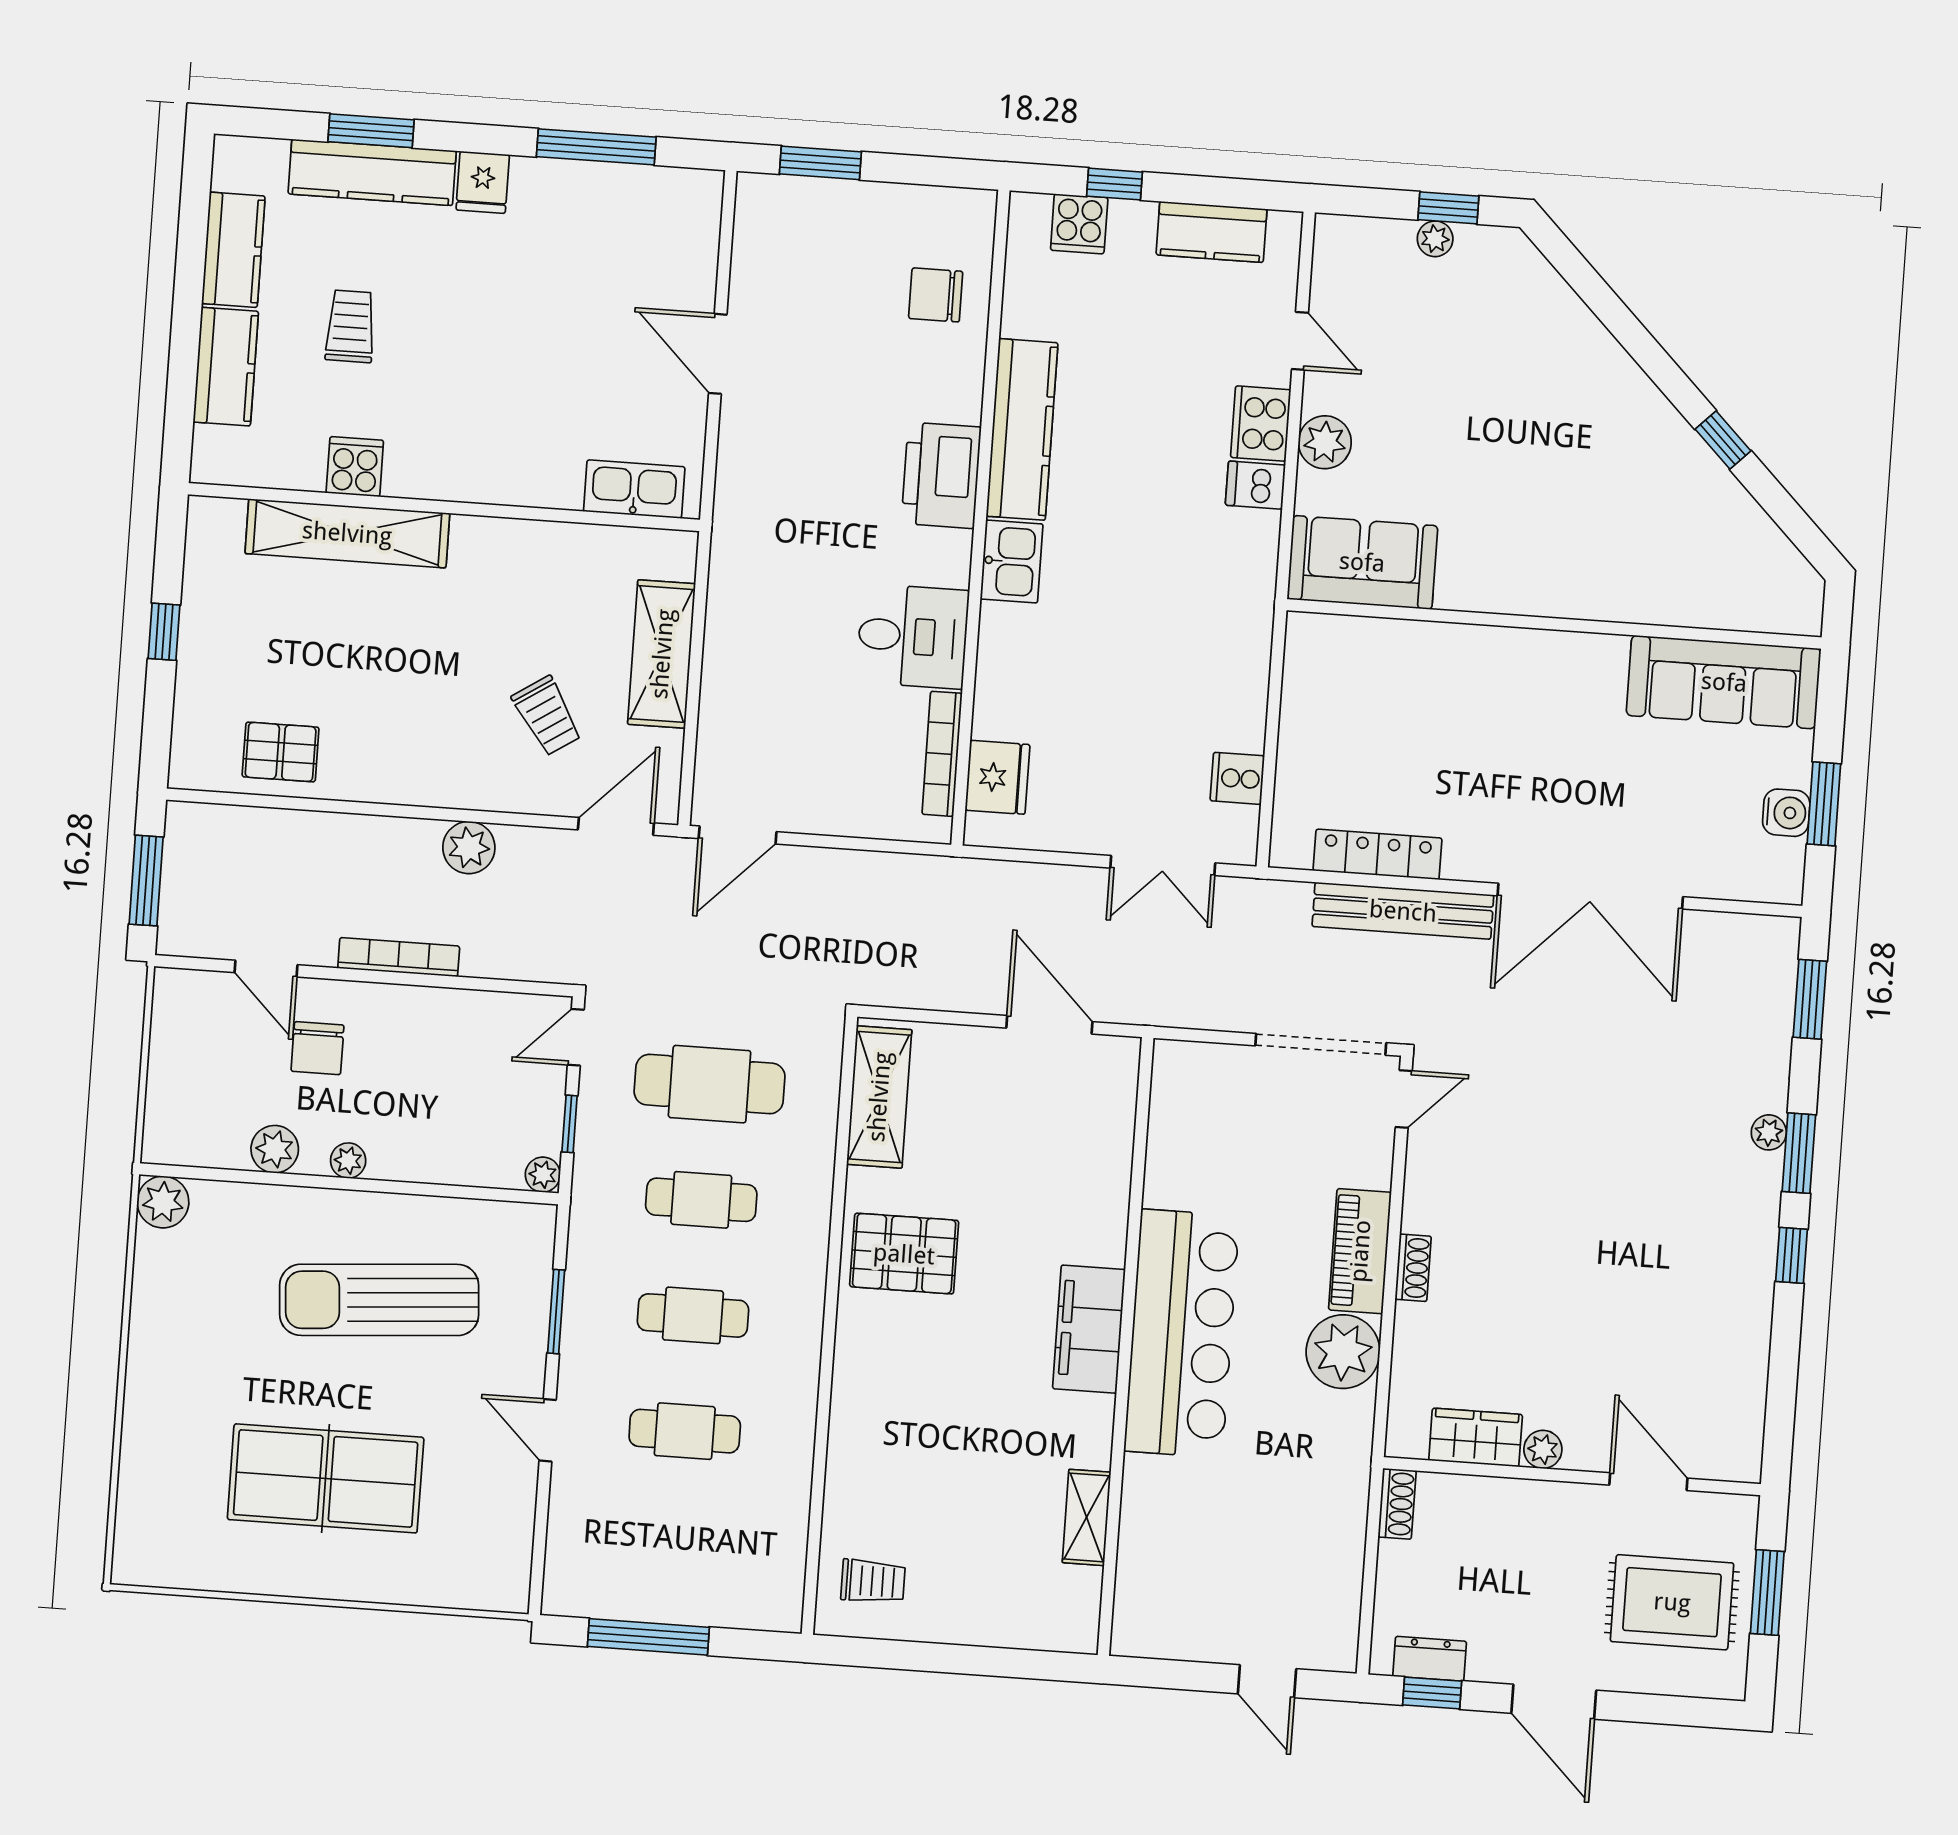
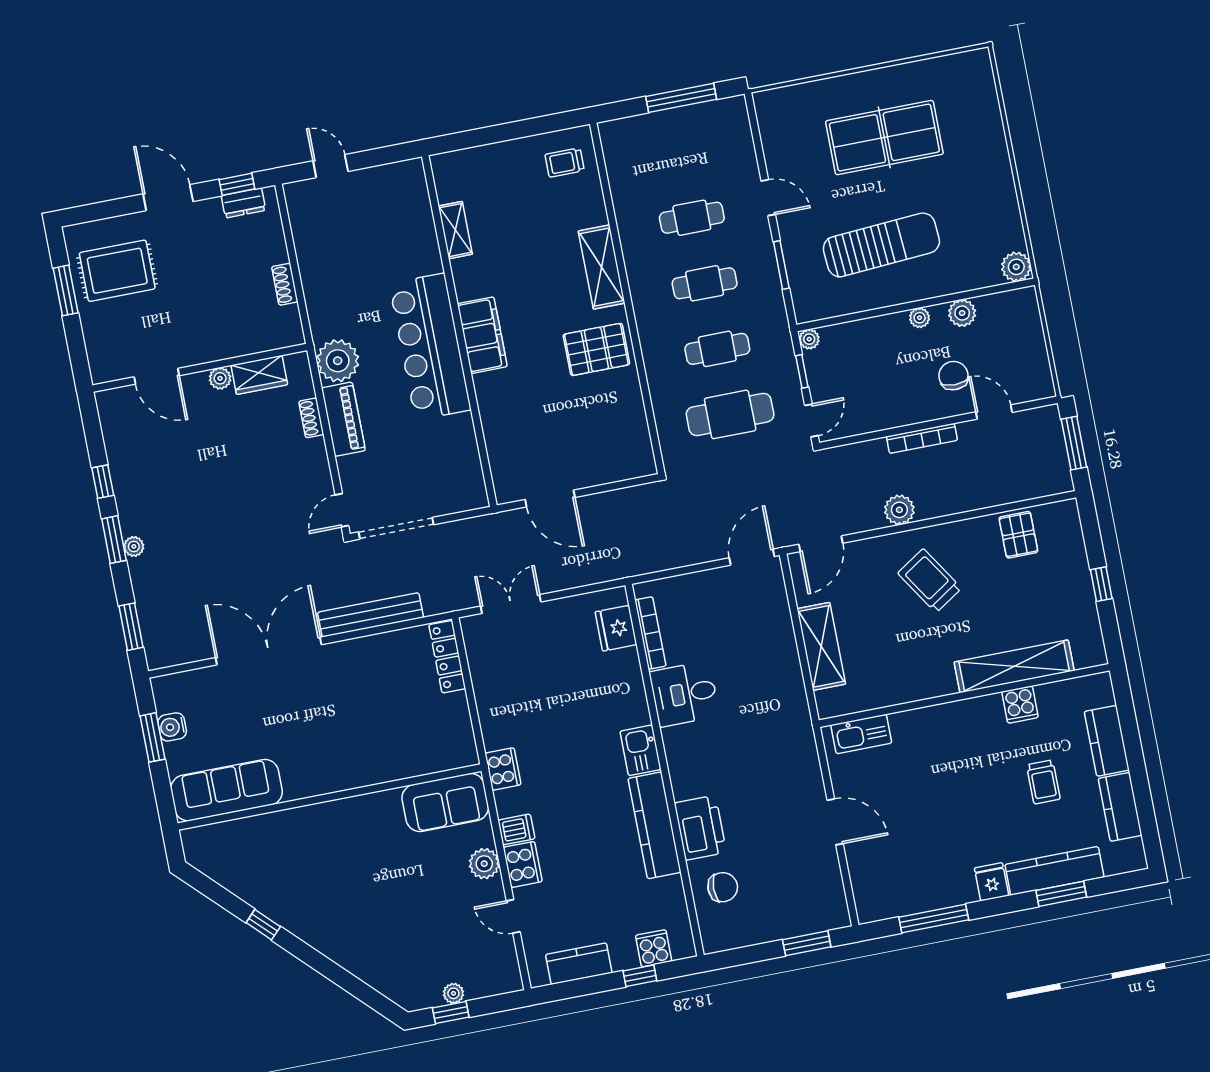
printer: (941, 475) -> (700, 828), moved
trolley: (547, 716) -> (930, 581), moved, width x1.36, depth x1.39
pallet: (281, 752) -> (1018, 535), turned 90
cooker: (1237, 778) -> (503, 769), moved, width x1.36
locker: (1378, 854) -> (447, 657), moved, turned 90
shelving: (879, 1097) -> (602, 267), moved
wardrobe: (1476, 1437) -> (259, 375), moved
plant: (1543, 1449) -> (220, 378), moved
wall: (1572, 1476) -> (200, 368), moved
door: (1648, 1482) -> (157, 376), moved

